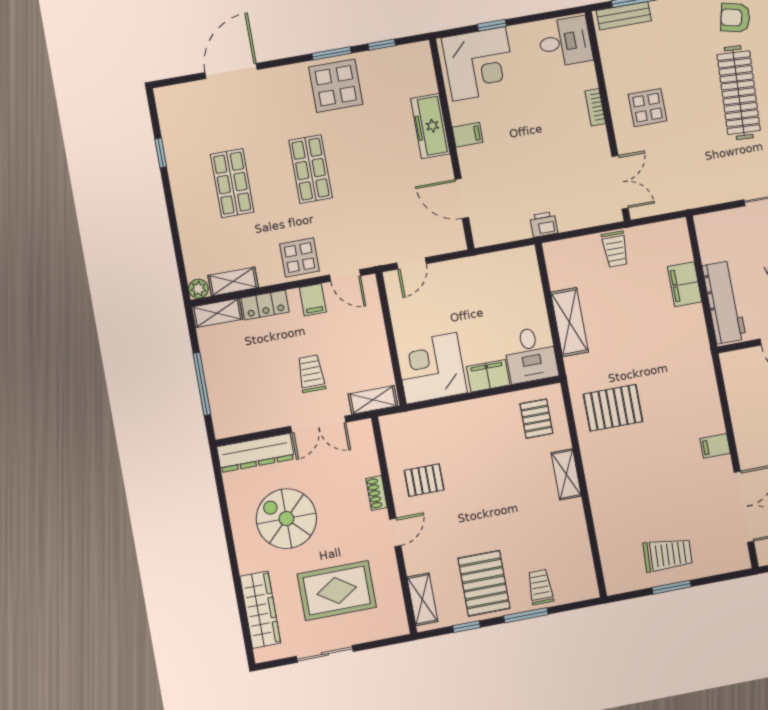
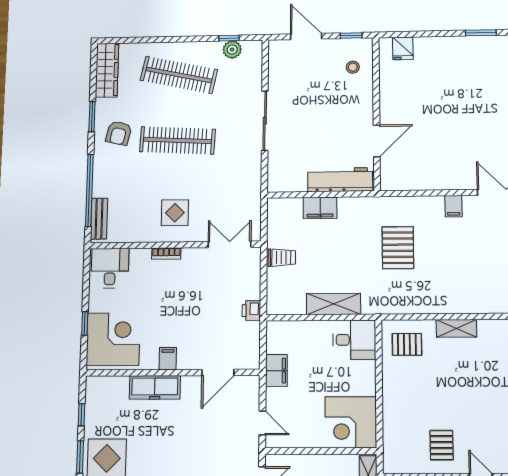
filing cabinet: (488, 376) -> (276, 371), moved, turned 180
pallet: (613, 408) -> (398, 248), moved

